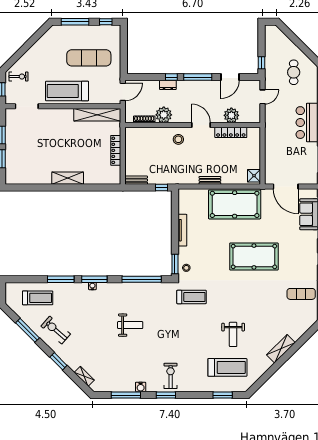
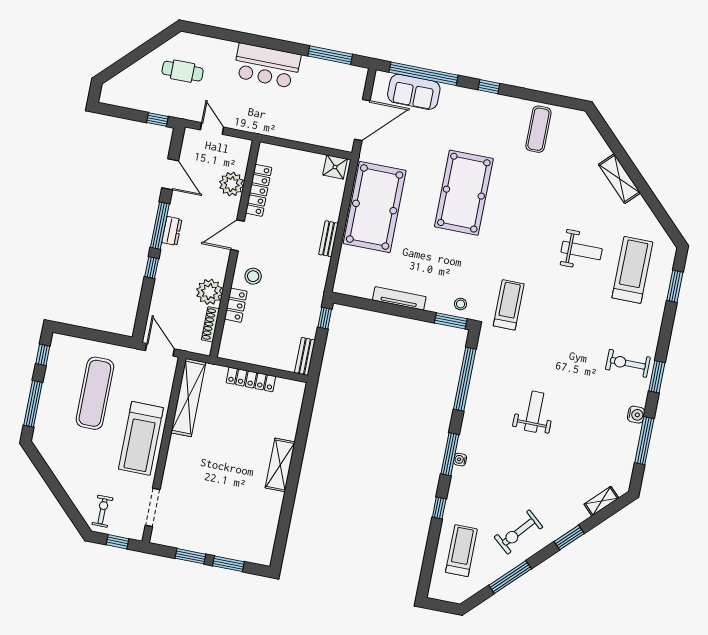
dresser: (168, 85) -> (172, 231), moved
locker: (159, 132) -> (236, 305), added
window: (61, 279) -> (439, 508), width x0.46

